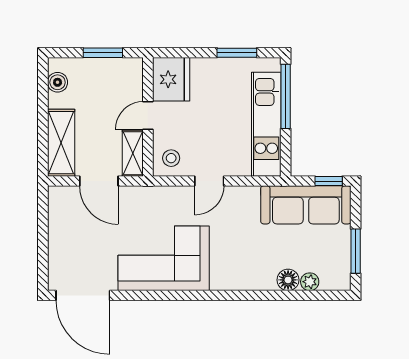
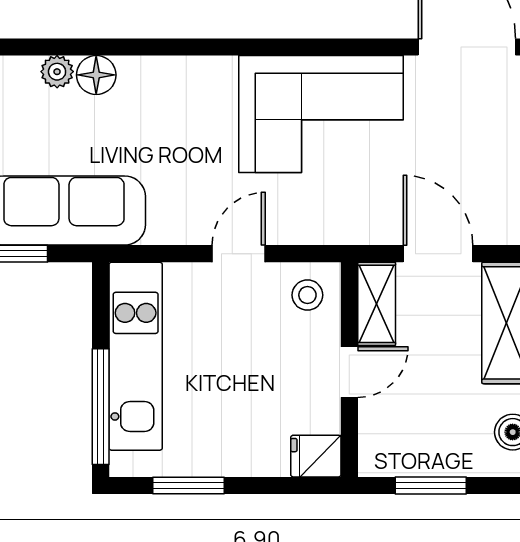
fridge: (171, 79) -> (316, 456), width x0.53, depth x0.75

